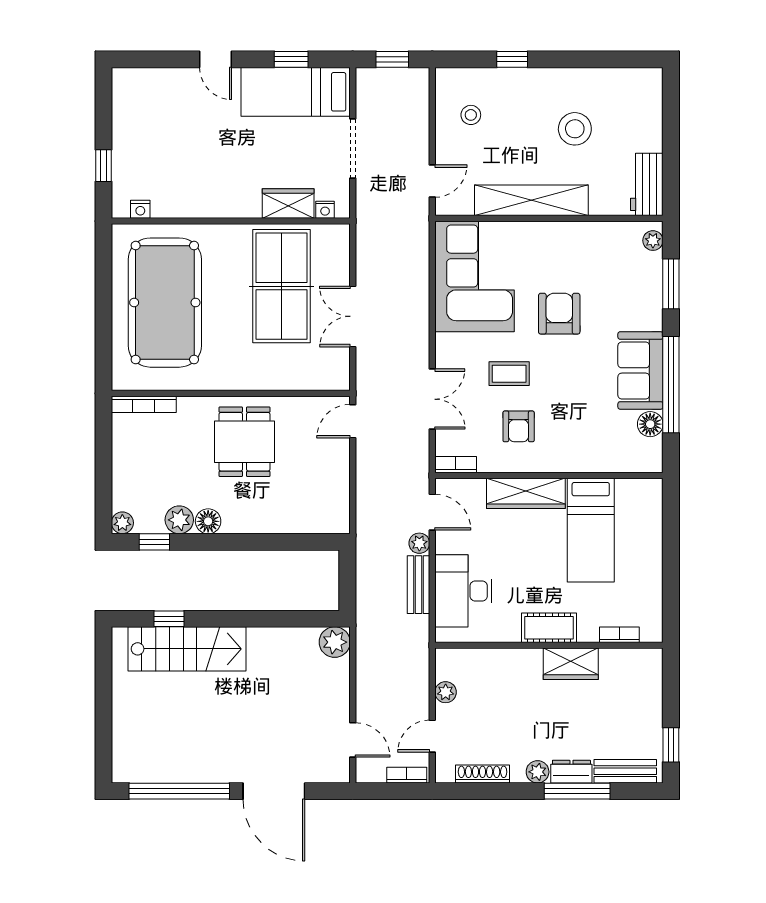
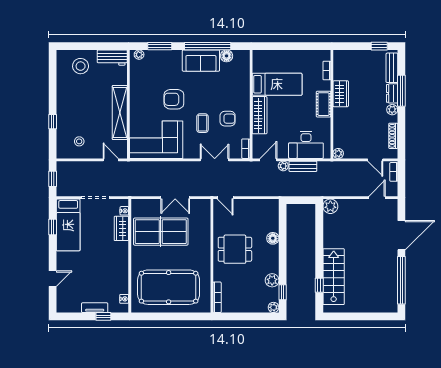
door: (216, 59) -> (53, 279), moved
stool: (575, 129) -> (81, 66), moved
tv unit: (122, 147) -> (95, 308), added
floor lamp: (208, 521) -> (273, 238), moved
plant: (446, 692) -> (338, 153), moved

